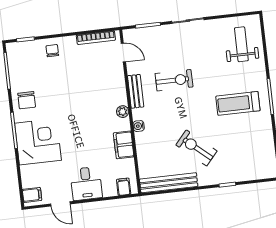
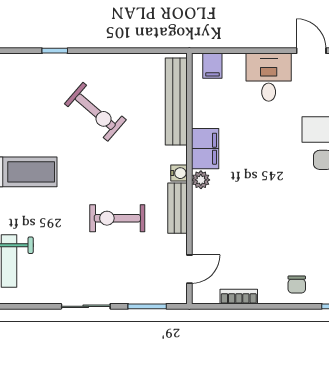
bookcase: (96, 38) -> (239, 297), width x0.64
door: (123, 53) -> (189, 269), swing flipped
water cooler: (139, 126) -> (179, 173), moved
filing cabinet: (124, 145) -> (205, 149), moved
bench: (169, 183) -> (176, 102), moved, turned 90

